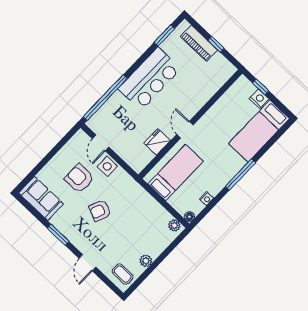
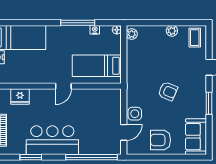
window: (164, 36) -> (31, 157), moved
fridge: (157, 142) -> (20, 97), moved
window: (240, 175) -> (78, 23), moved
armchair: (79, 178) -> (161, 140), moved, turned 90

